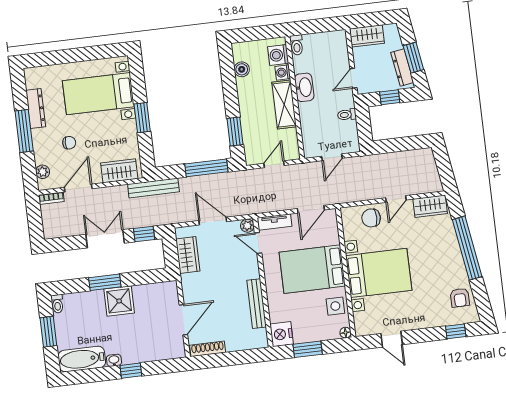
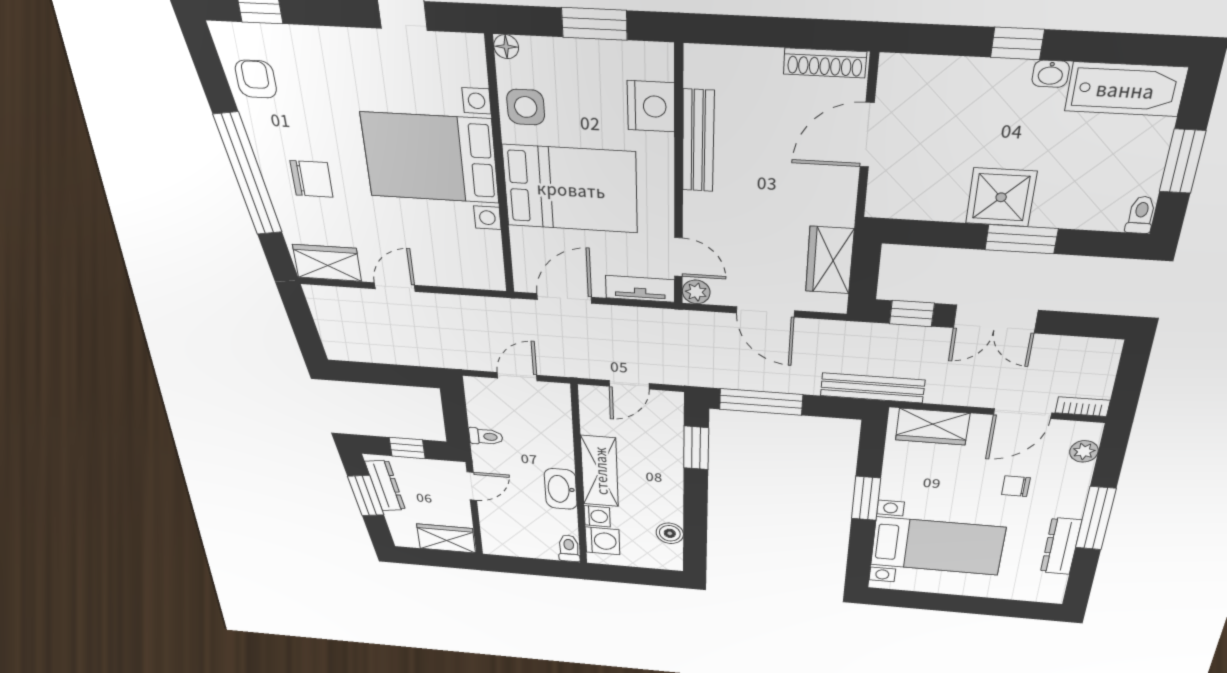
chair: (371, 218) -> (312, 179), moved
nightstand: (282, 334) -> (651, 106), moved

